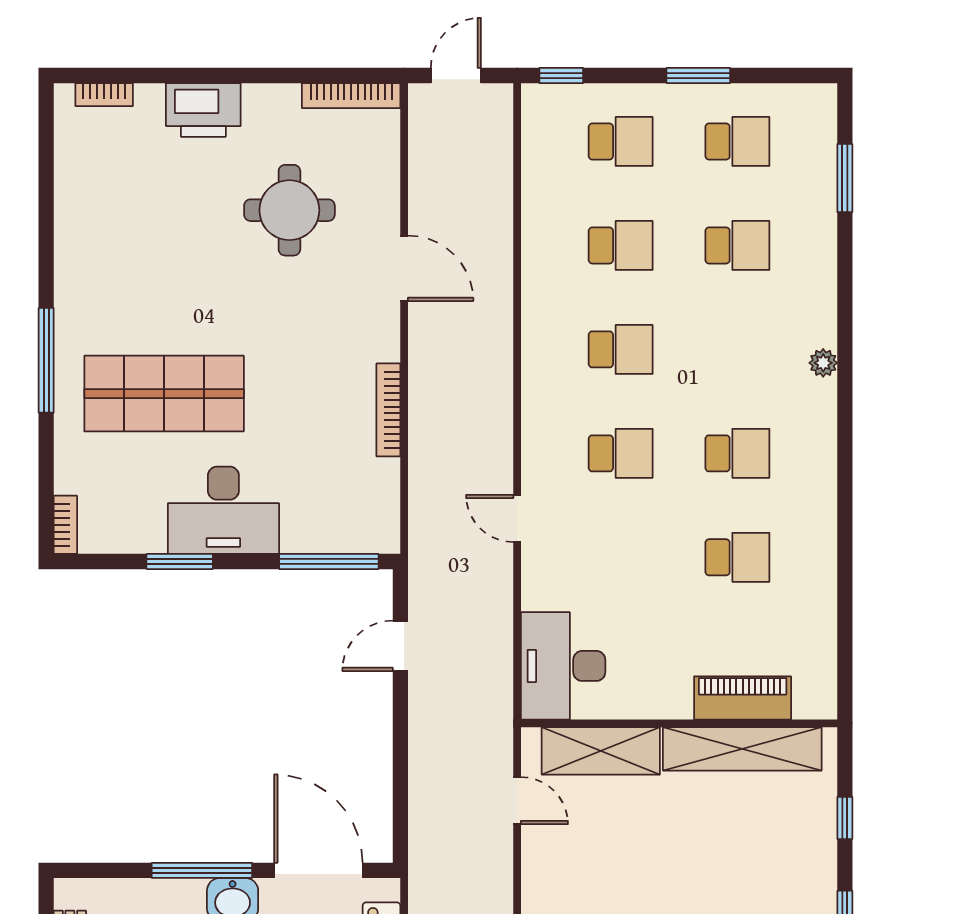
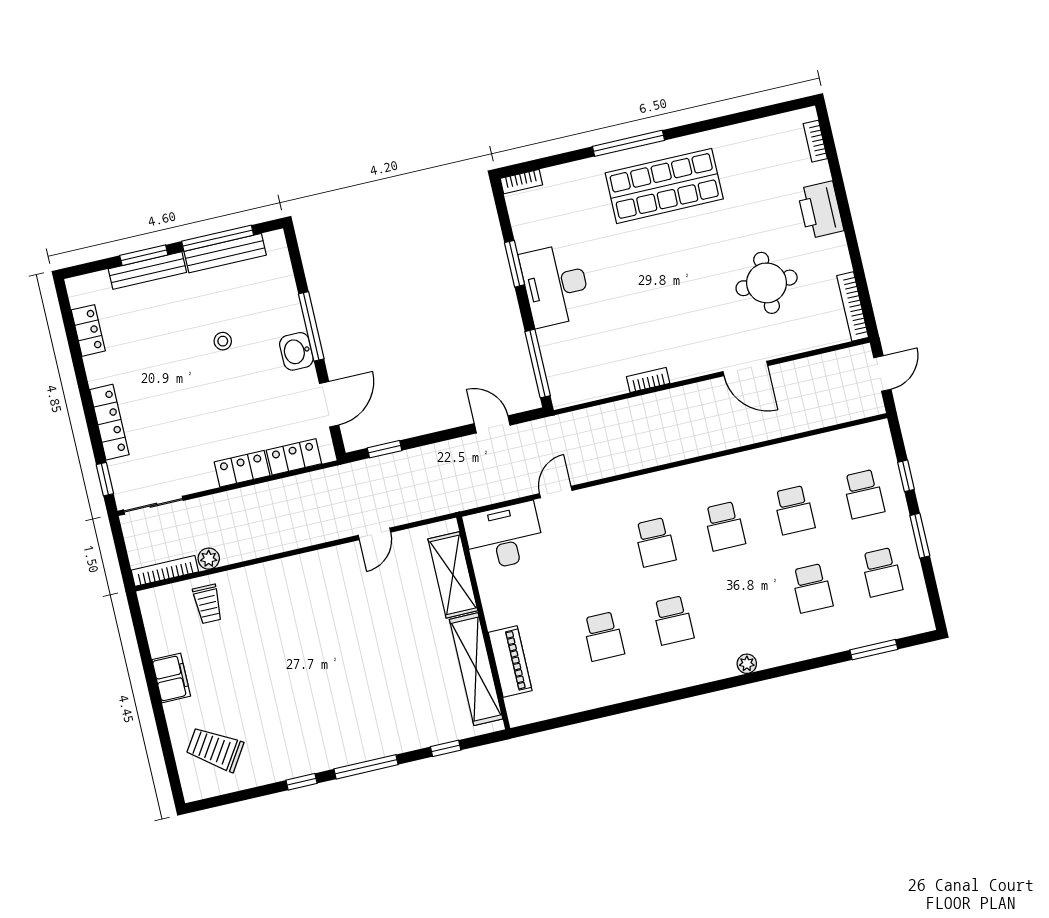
door: (456, 76) -> (882, 373), hinge flipped
window: (561, 76) -> (906, 476), moved
door: (404, 268) -> (745, 369), hinge flipped
shop shelf: (164, 394) -> (664, 186), moved, turned 90
bookcase: (388, 410) -> (648, 380), width x0.64
door: (517, 518) -> (556, 492), moved
door: (517, 801) -> (374, 534), moved
window: (400, 807) -> (385, 449), added
door: (318, 870) -> (329, 404), width x0.73

